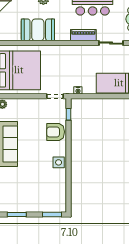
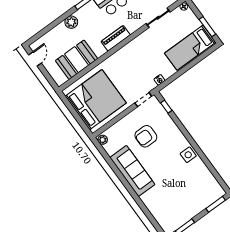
booth: (38, 30) -> (77, 60), moved
piano: (83, 35) -> (116, 38), moved
armchair: (56, 132) -> (146, 136), moved

